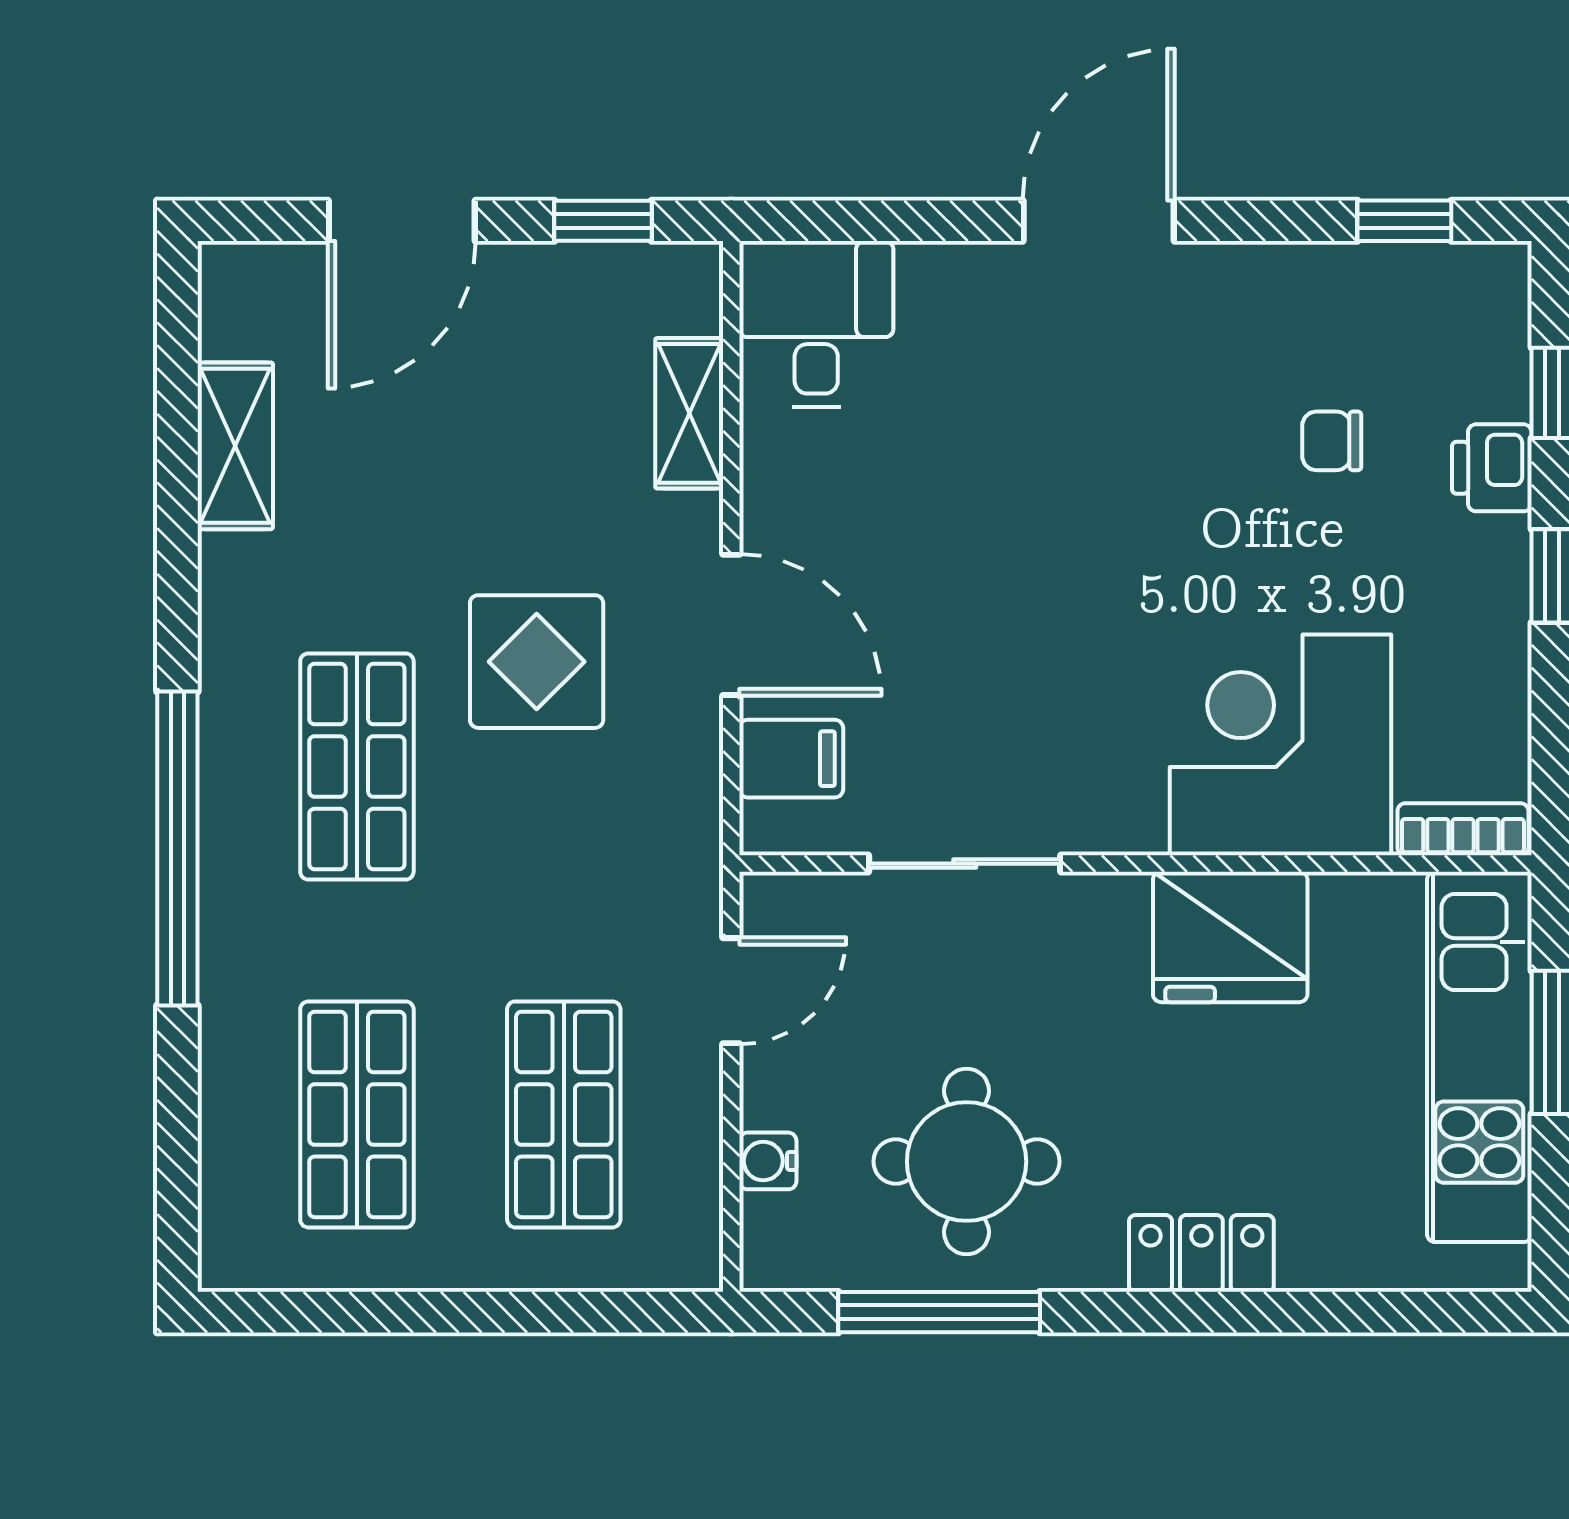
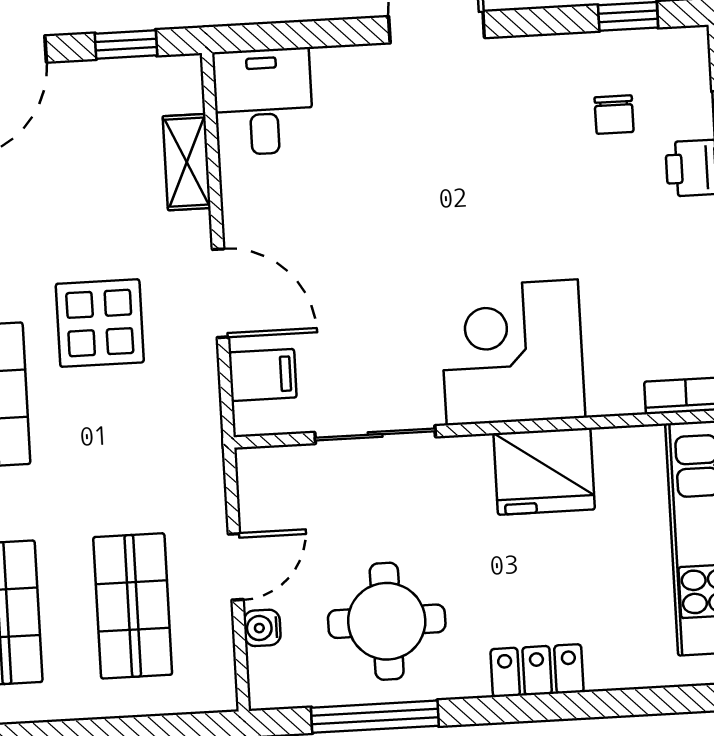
chair: (1332, 441) -> (614, 115), moved, turned -90
corner desk: (1280, 745) -> (512, 352), moved
door: (731, 991) -> (236, 567), moved

